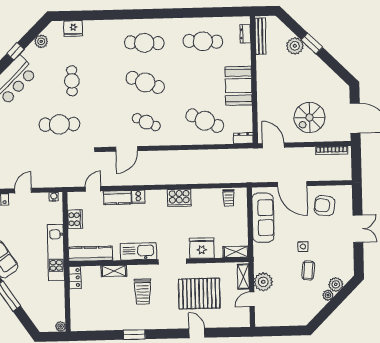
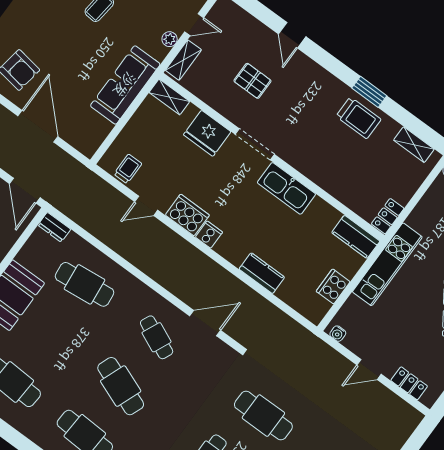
cafe table: (205, 121) -> (84, 284), turned -30
door: (93, 189) -> (146, 206), moved
cooker: (138, 197) -> (209, 235), moved
sofa: (263, 218) -> (125, 85), moved
side table: (303, 247) -> (83, 41), removed
kitchen counter: (90, 254) -> (356, 237), width x0.67
shelving: (114, 271) -> (414, 145), moved
plant: (263, 282) -> (170, 39), width x0.53, depth x0.53
trolley: (143, 292) -> (358, 118), moved, turned 90
pallet: (199, 294) -> (252, 81), width x0.49, depth x0.50

